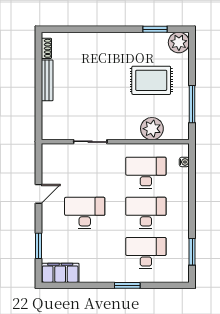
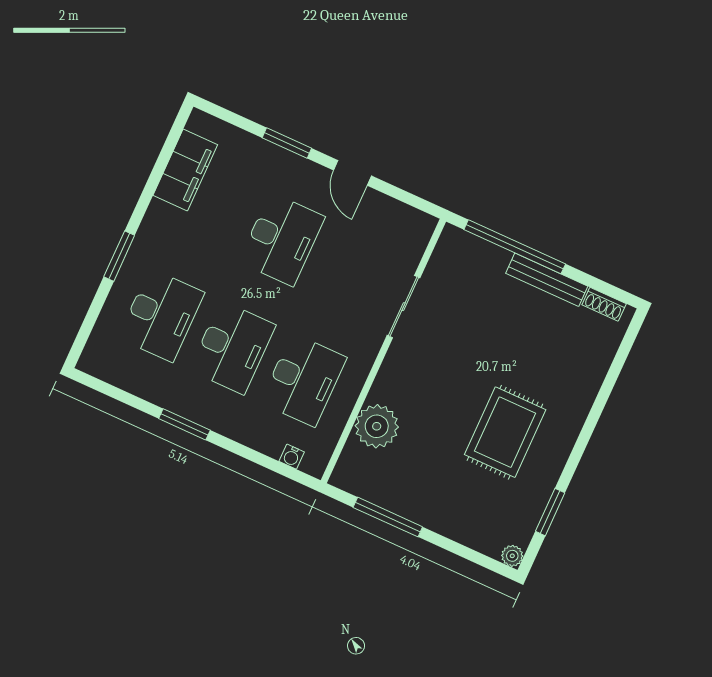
plant: (179, 42) -> (512, 556), width x0.53, depth x0.53
rug: (151, 80) -> (505, 432), moved
window: (39, 102) -> (515, 247), added
window: (39, 246) -> (287, 143), moved
window: (192, 252) -> (184, 424), moved
filing cabinet: (60, 273) -> (185, 170), moved

